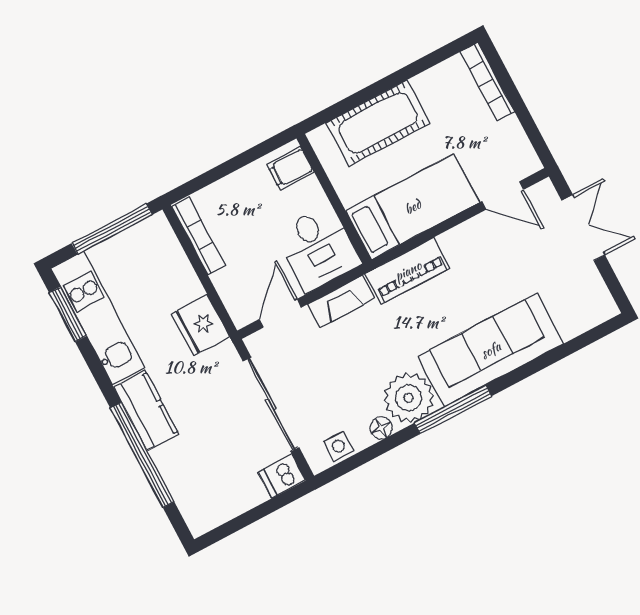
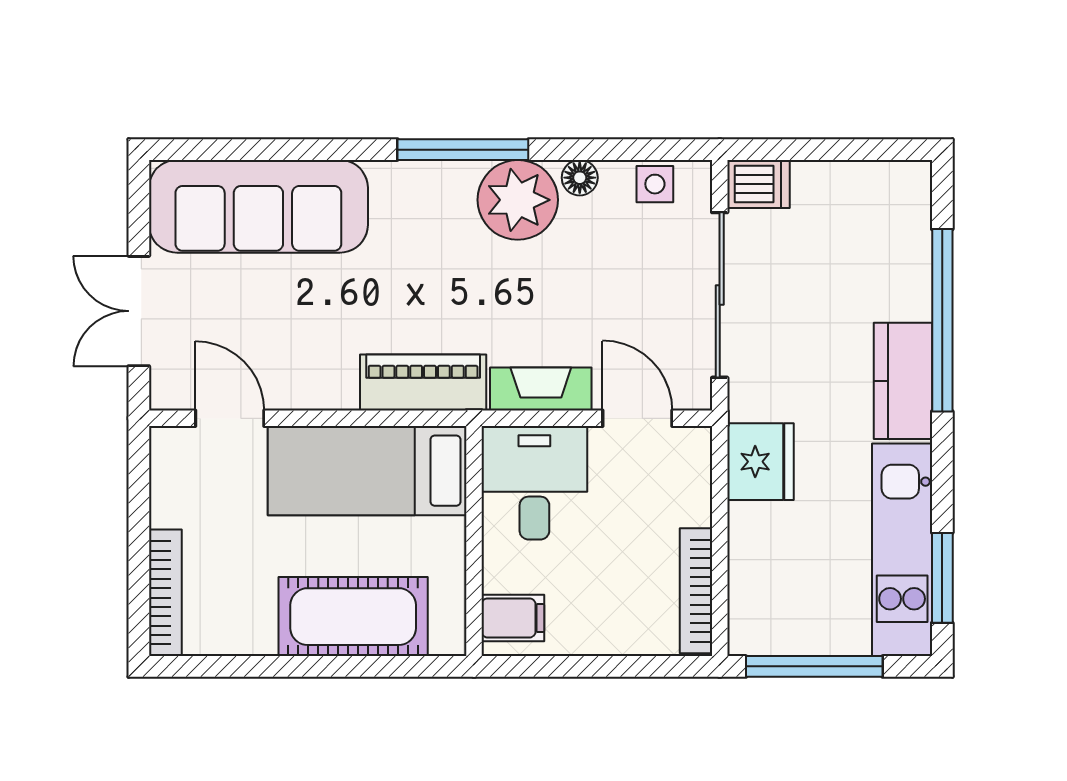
door: (280, 313) -> (637, 418), swing flipped
sofa: (491, 350) -> (258, 206), moved

